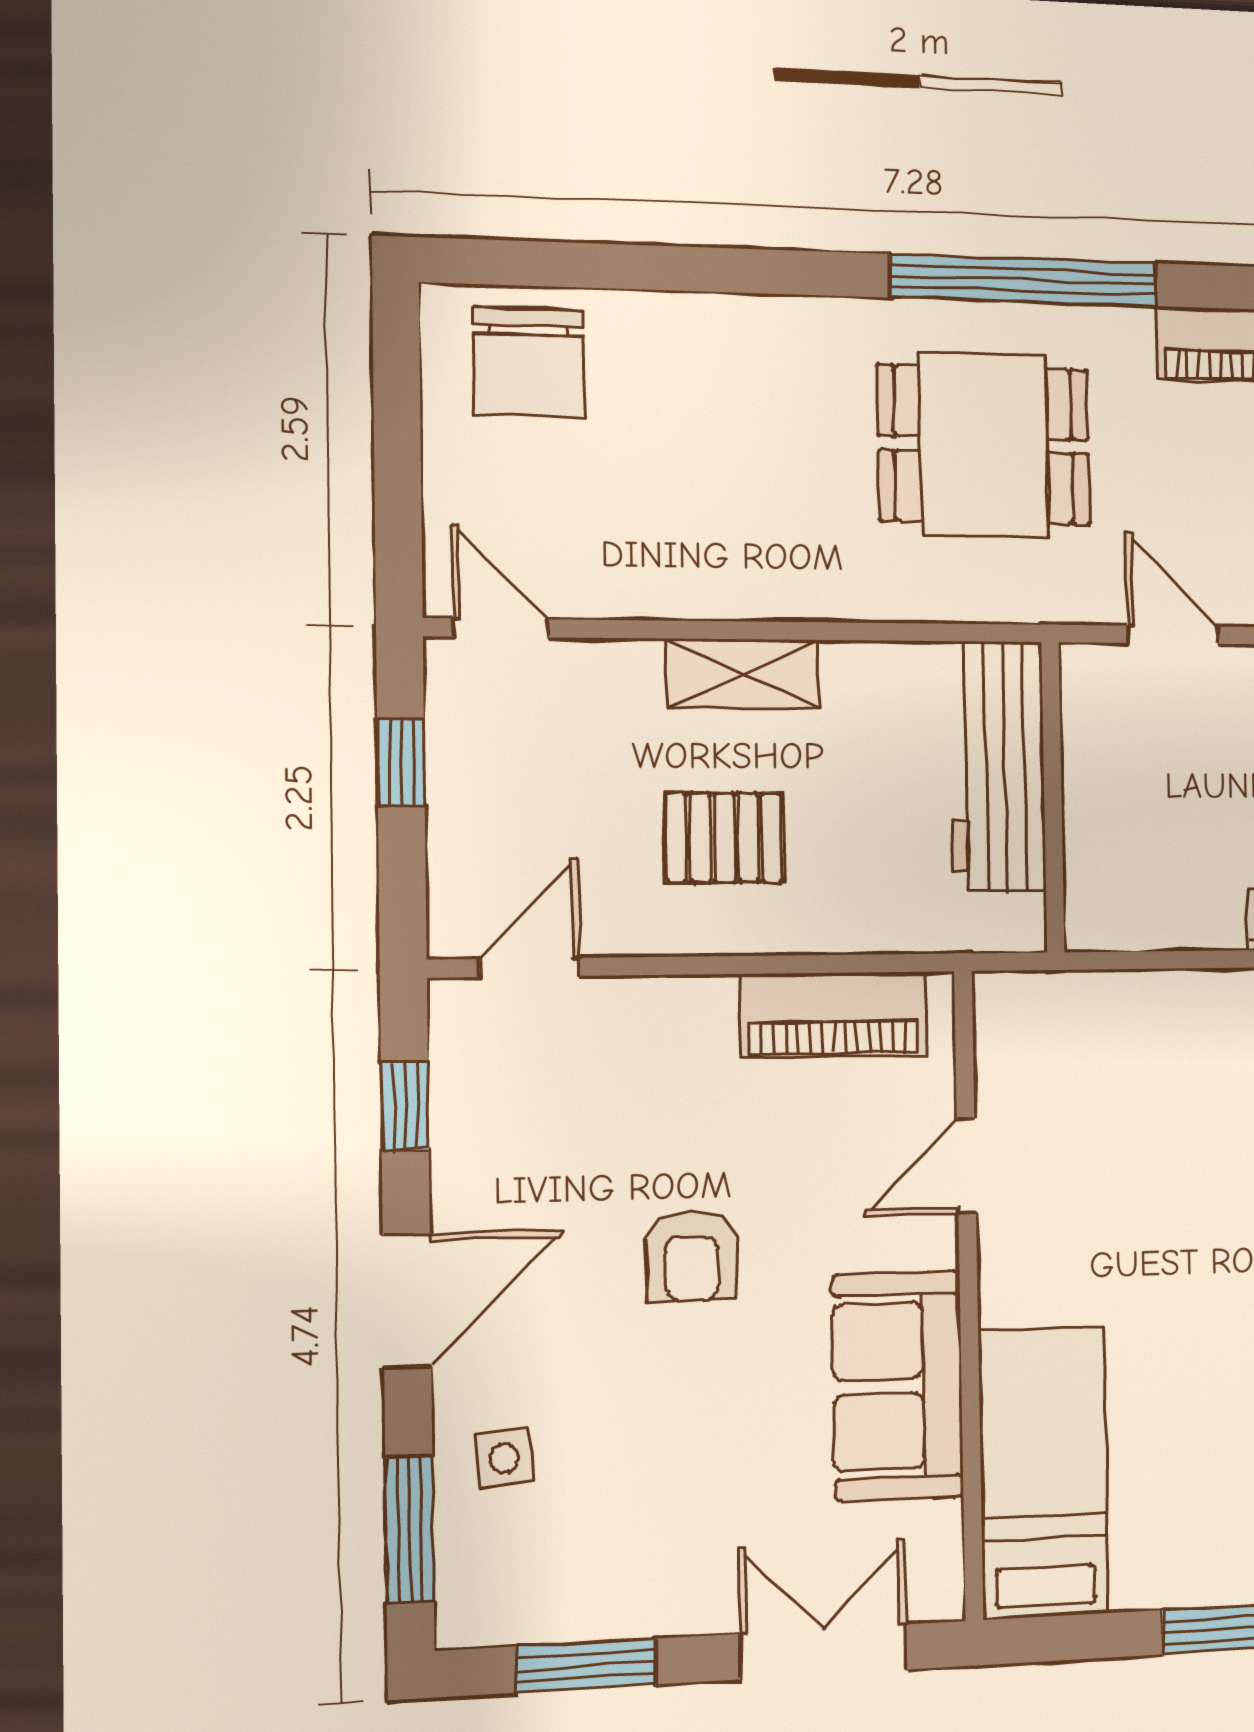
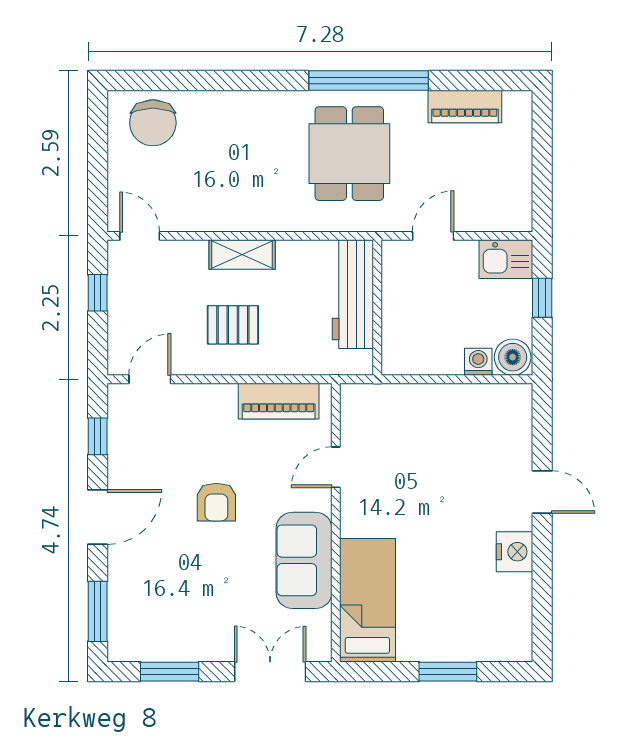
dining table: (984, 445) -> (349, 154), turned 90
door: (1173, 635) -> (433, 236), hinge flipped
side table: (504, 1458) -> (137, 584), removed

